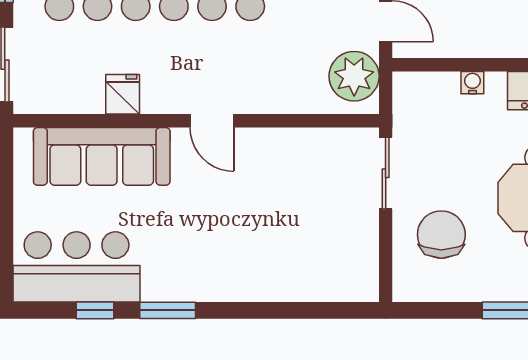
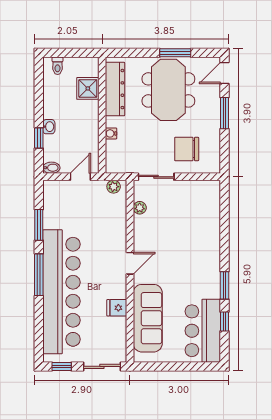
plant: (354, 76) -> (114, 187), width x0.53, depth x0.53
plant: (323, 140) -> (140, 208), added

